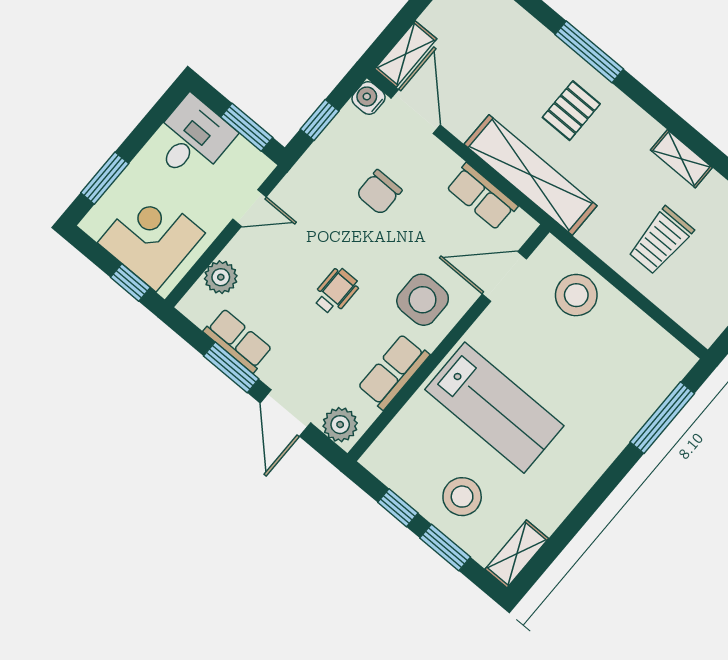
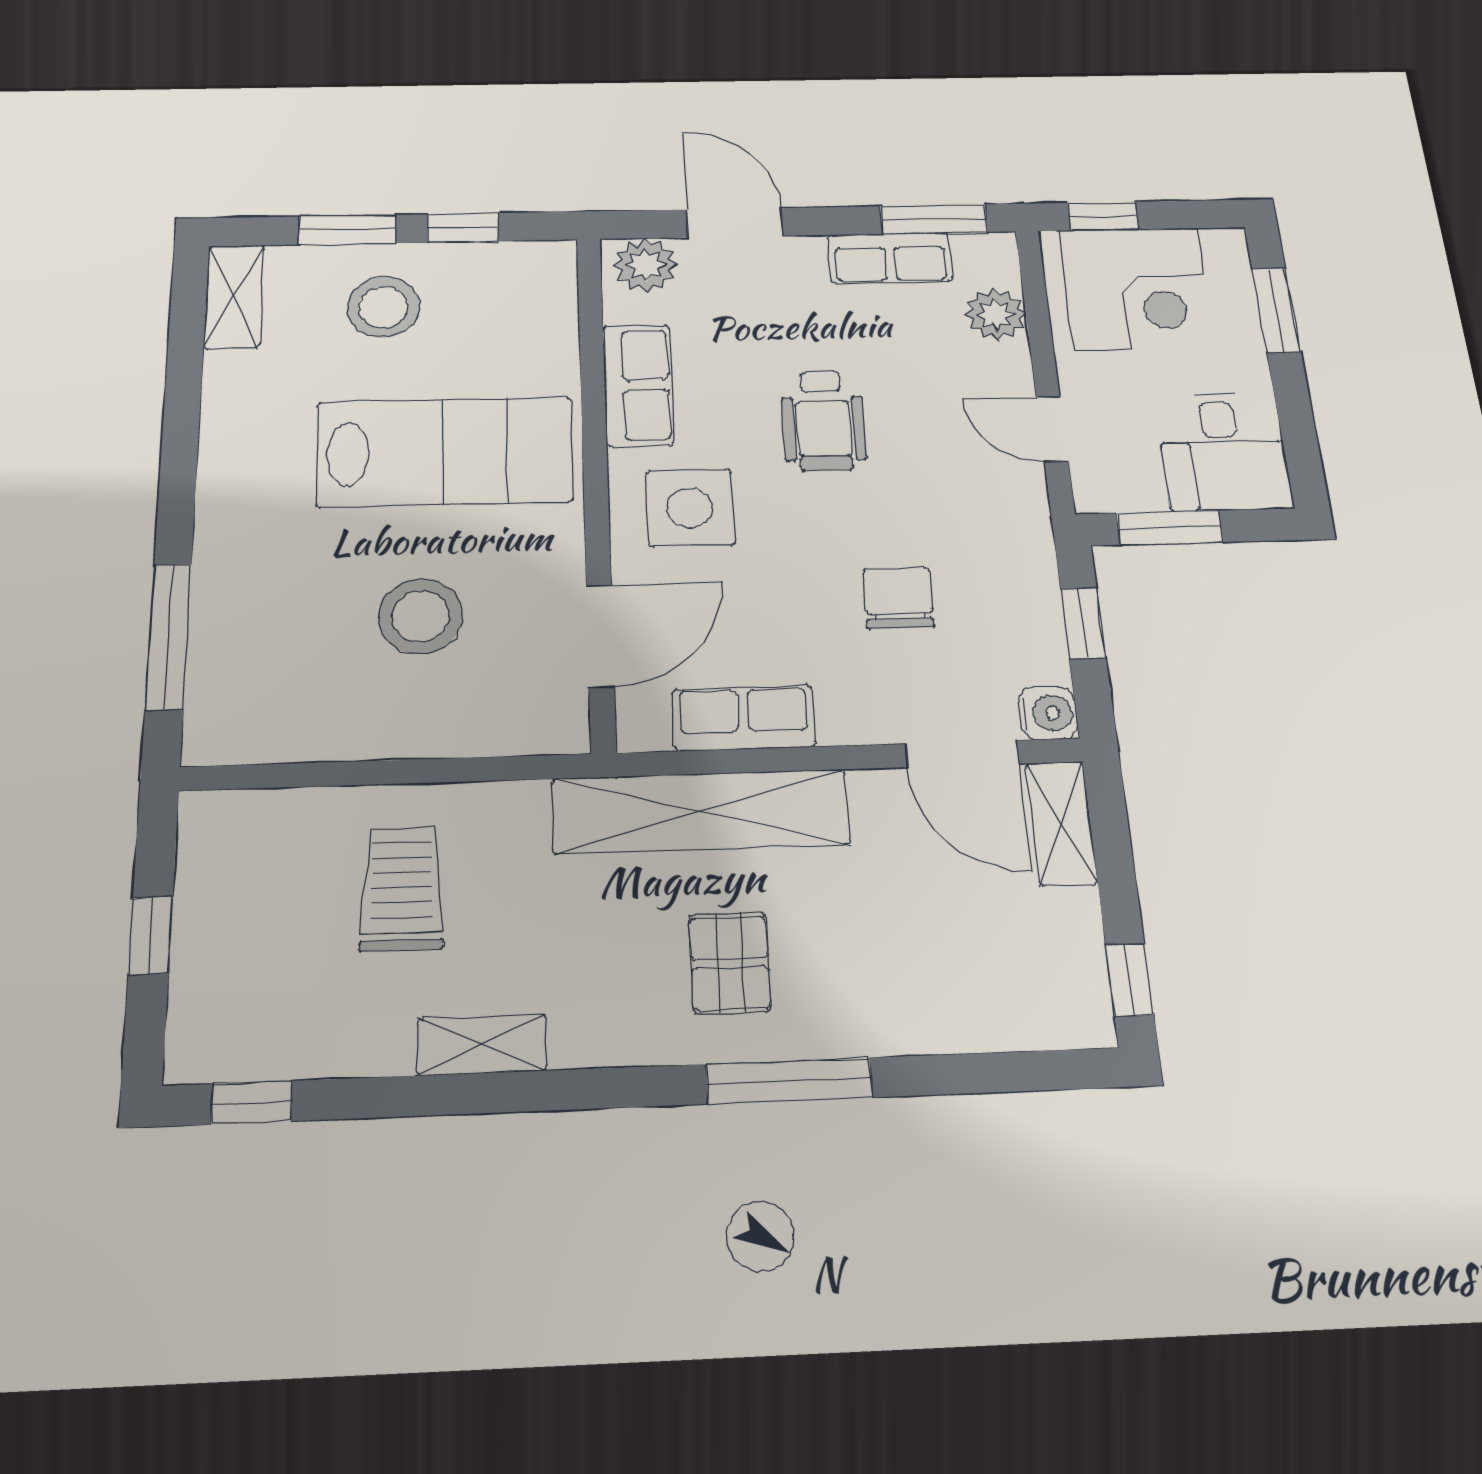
door: (250, 208) -> (1052, 429), hinge flipped
wheelchair: (336, 291) -> (823, 421), width x1.36, depth x1.37
stool: (576, 295) -> (420, 616), moved
window: (231, 367) -> (934, 219), moved
lab bench: (494, 408) -> (445, 452), turned 180

